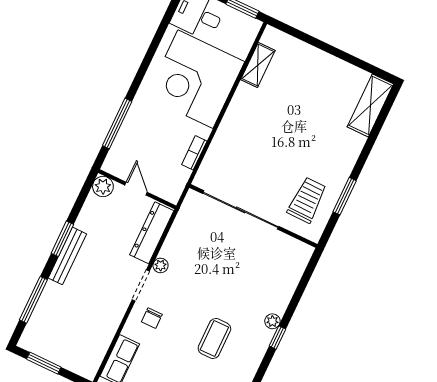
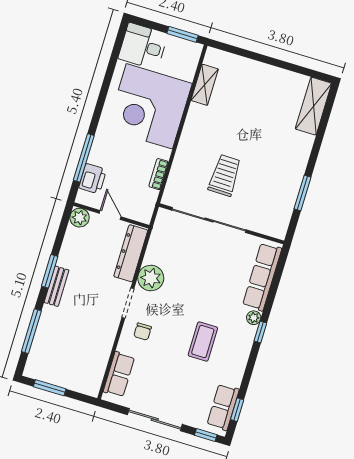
printer: (123, 147) -> (93, 179), added
trolley: (307, 200) -> (225, 175), moved
bench: (67, 256) -> (57, 286), width x0.73
plant: (161, 265) -> (151, 278), width x1.88, depth x1.88
row of seats: (288, 279) -> (262, 277), added

